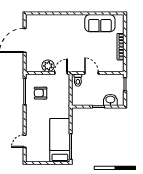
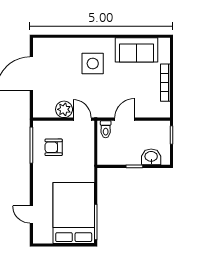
side table: (69, 33) -> (93, 63), added
door: (61, 73) -> (82, 119), hinge flipped
door: (91, 73) -> (125, 119), hinge flipped
bed: (60, 140) -> (74, 213), width x1.50
door: (25, 141) -> (31, 215), hinge flipped

